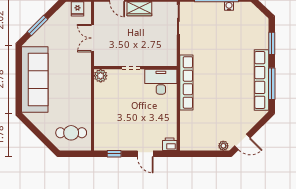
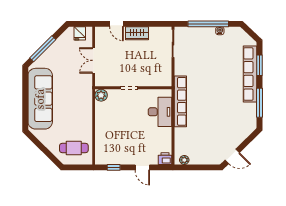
window: (37, 26) -> (43, 49), width x1.44
row of seats: (262, 80) -> (250, 74), moved
desk: (161, 82) -> (160, 112), moved, turned 90
plant: (223, 146) -> (184, 160), moved

